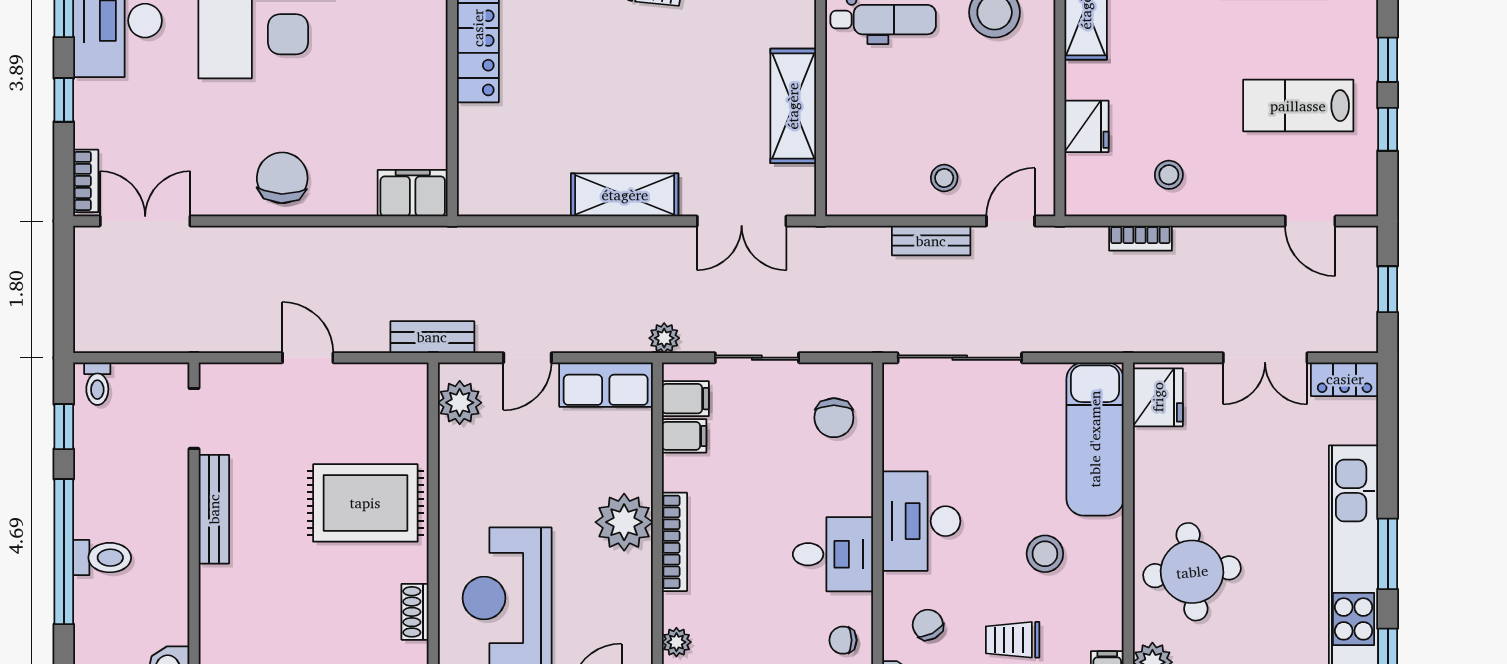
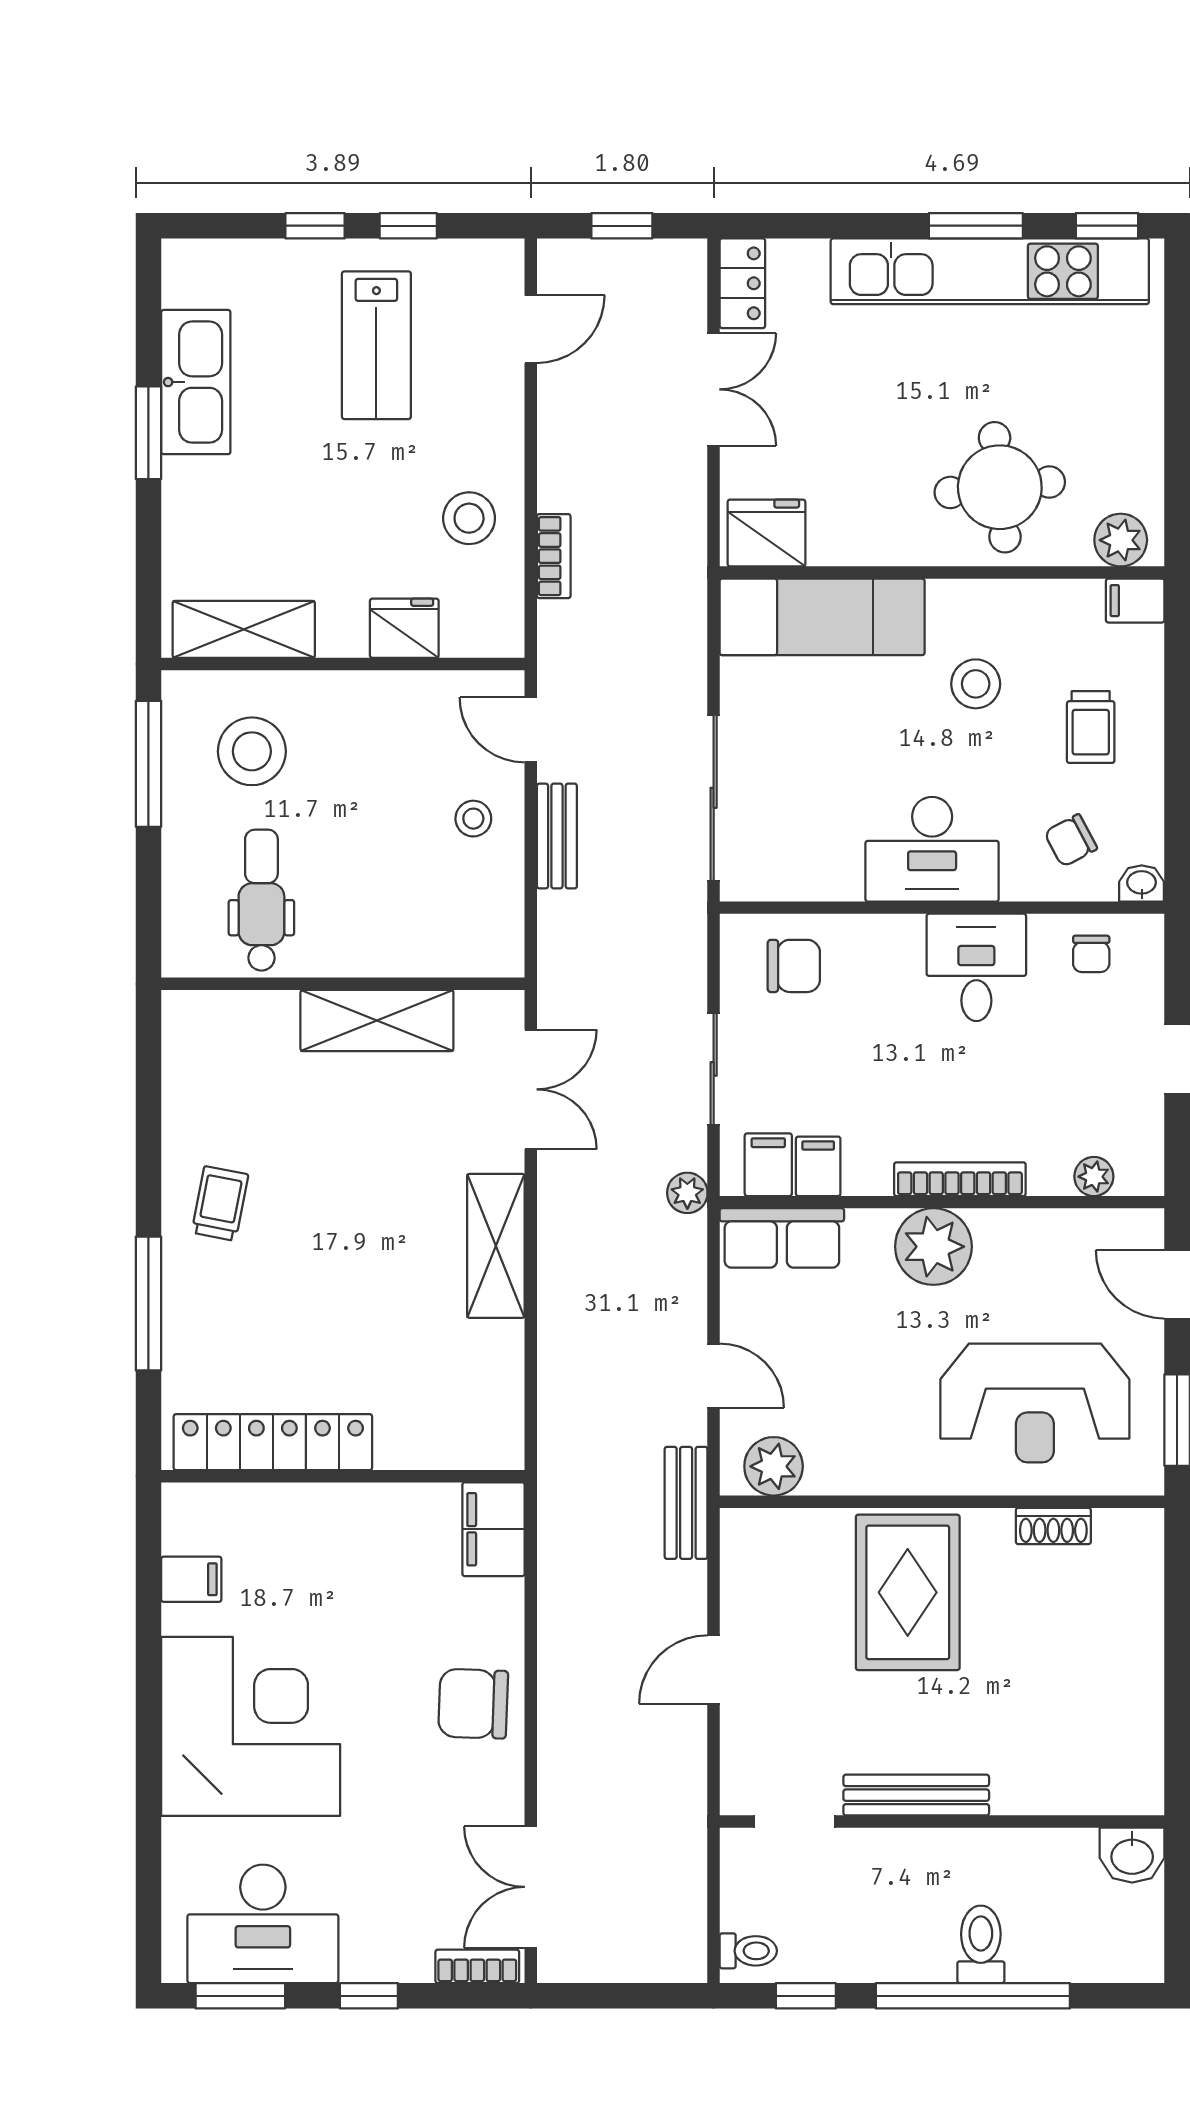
stool: (1169, 175) -> (469, 518), width x1.37, depth x1.37
row of seats: (606, 385) -> (782, 1238), moved, turned 90

